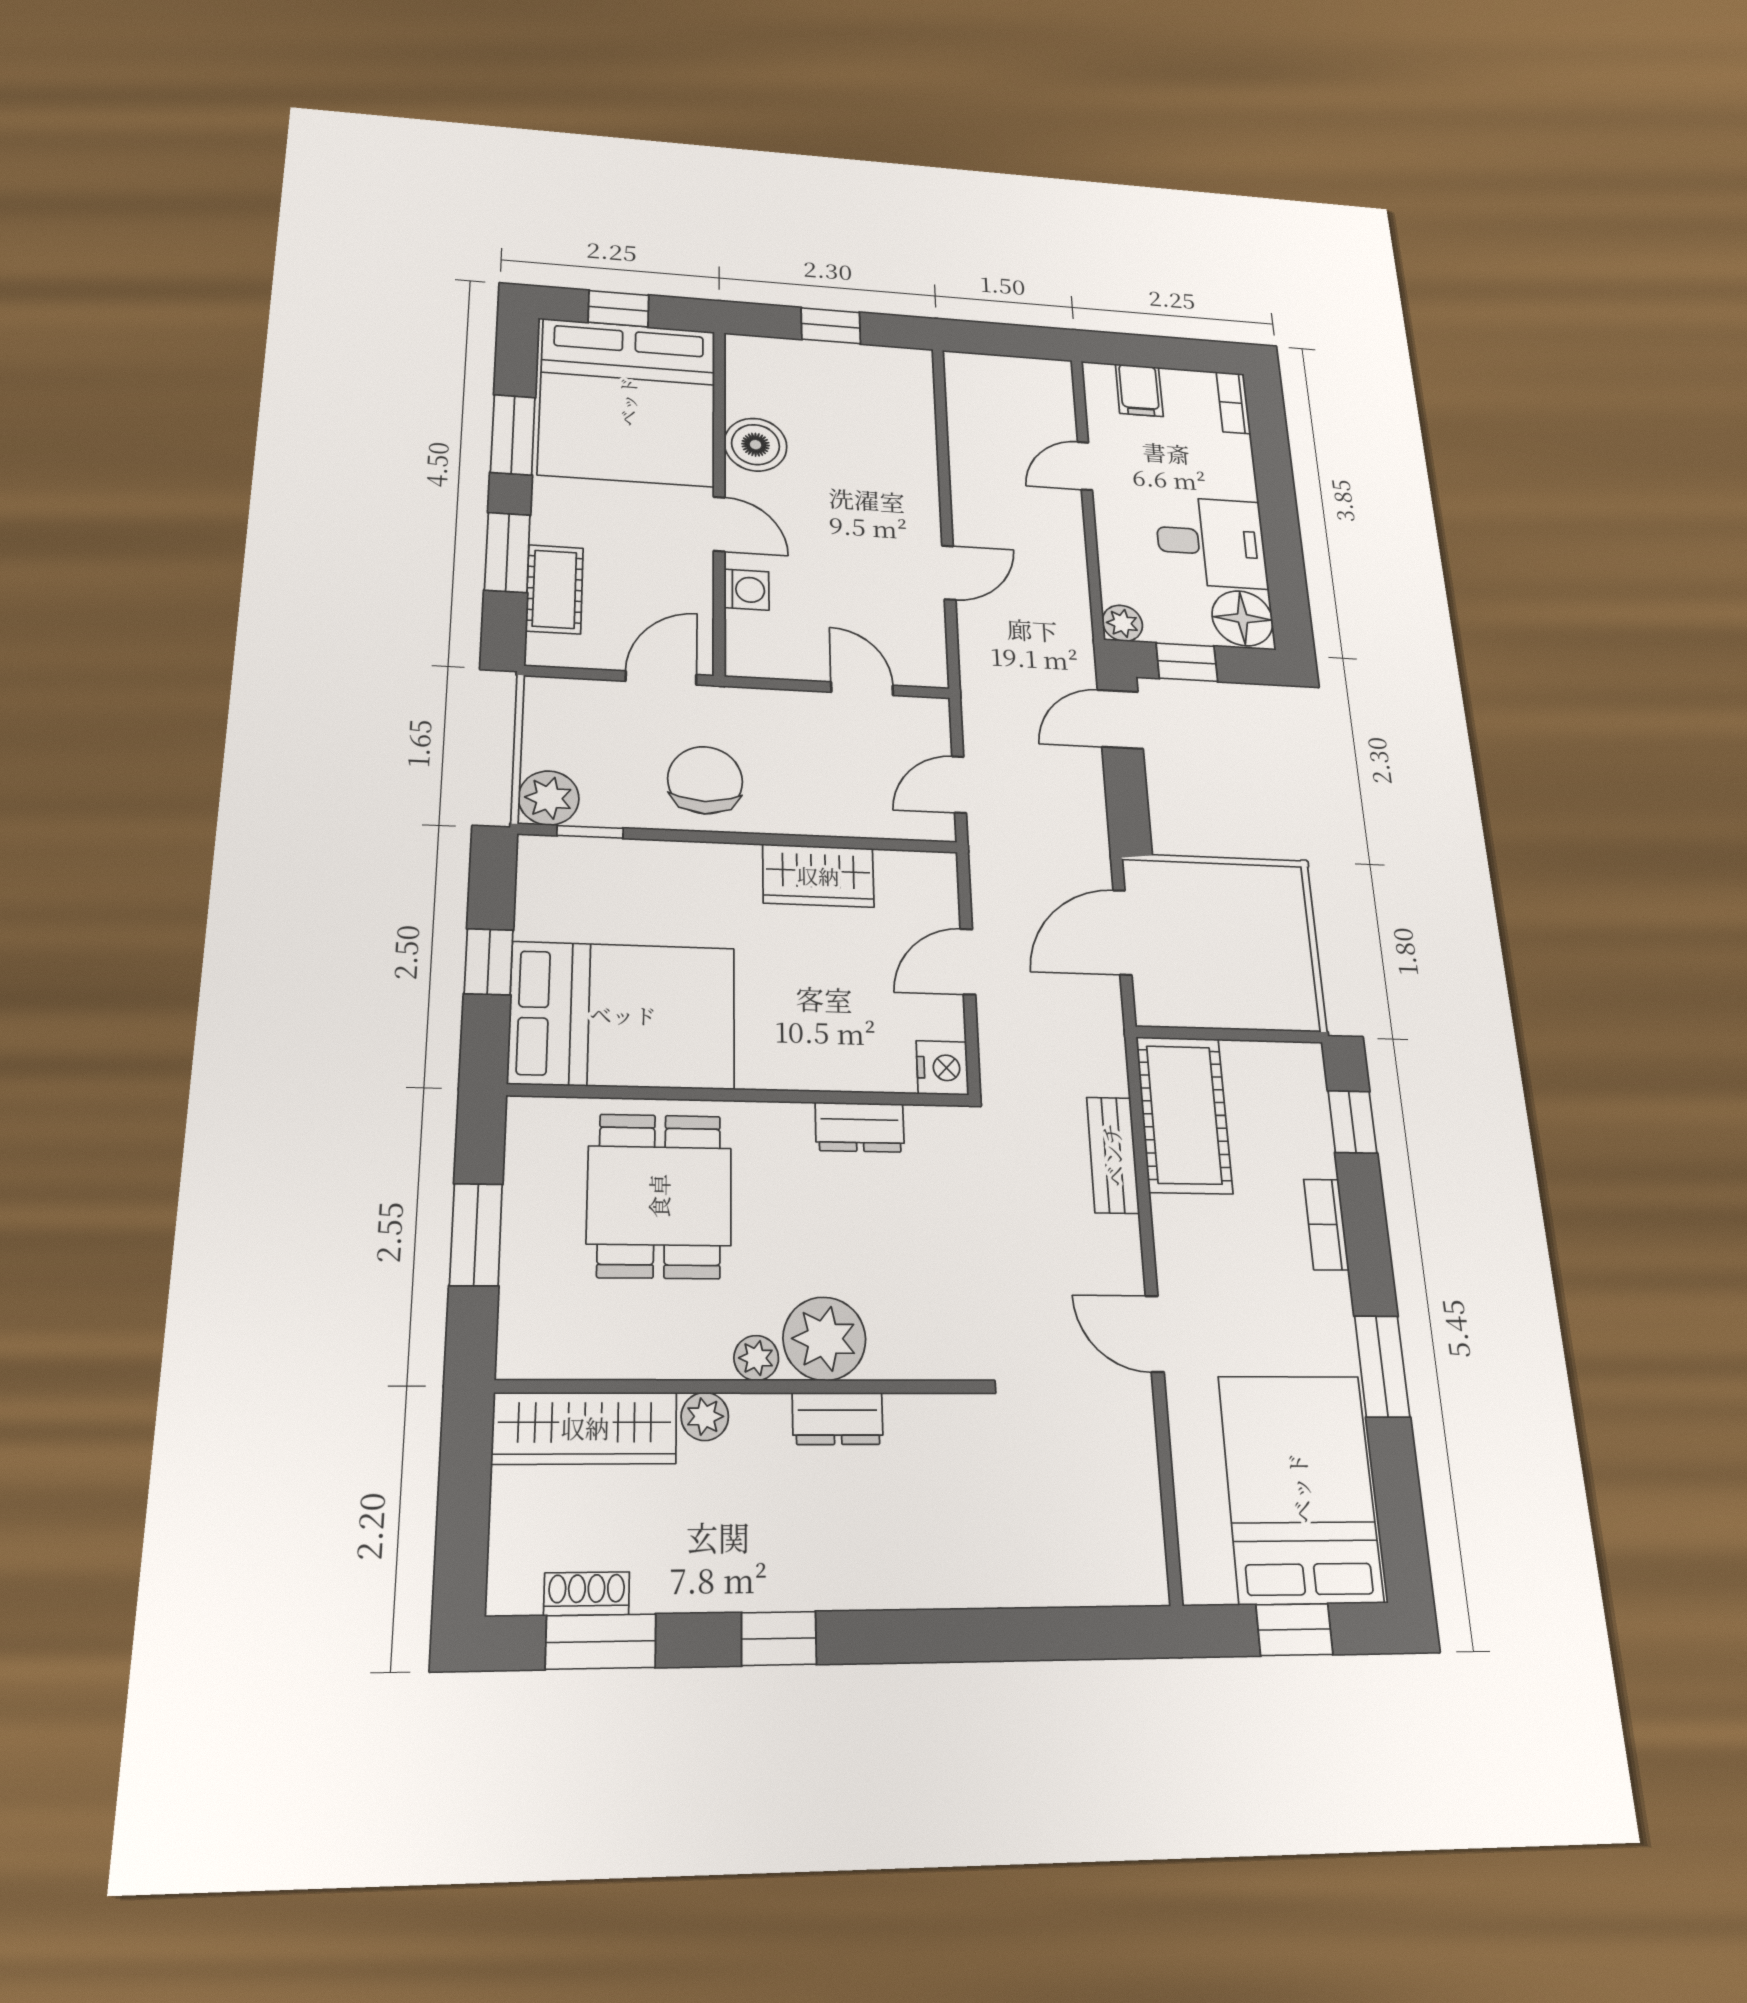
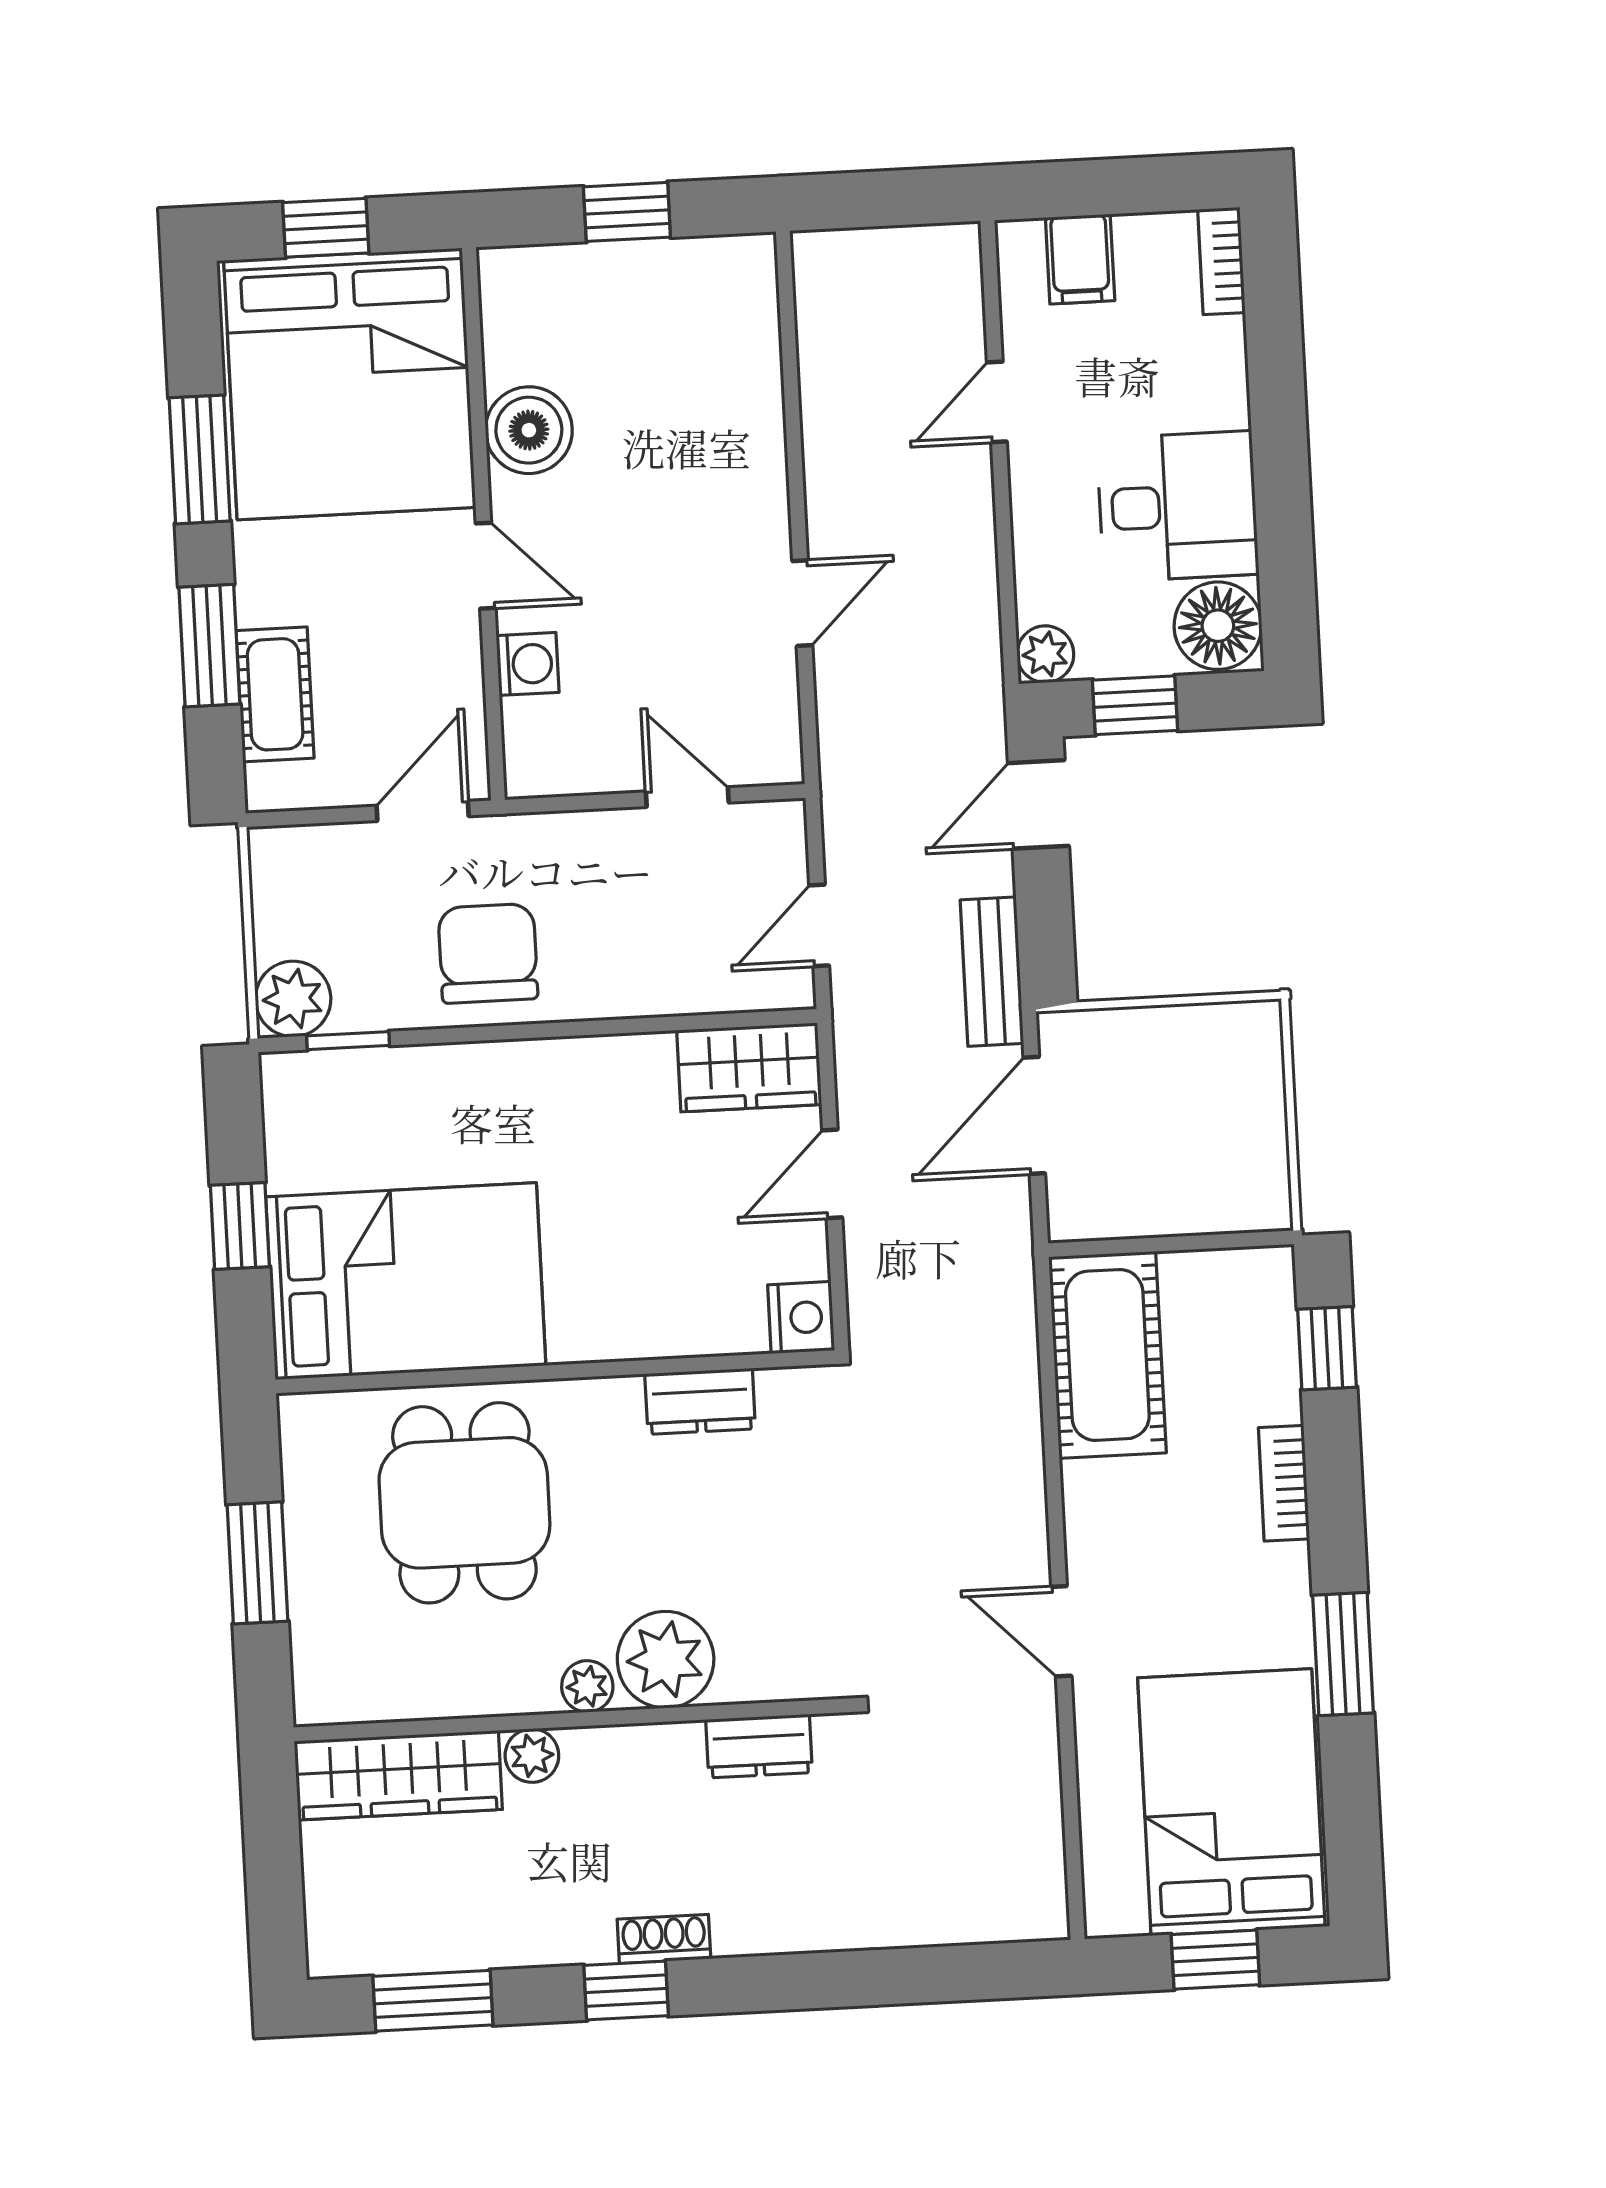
wardrobe: (818, 876) -> (749, 1067), moved
bench: (1113, 1155) -> (992, 972), moved
dresser: (838, 1418) -> (759, 1746), moved
shoe rack: (587, 1594) -> (664, 1939), moved

